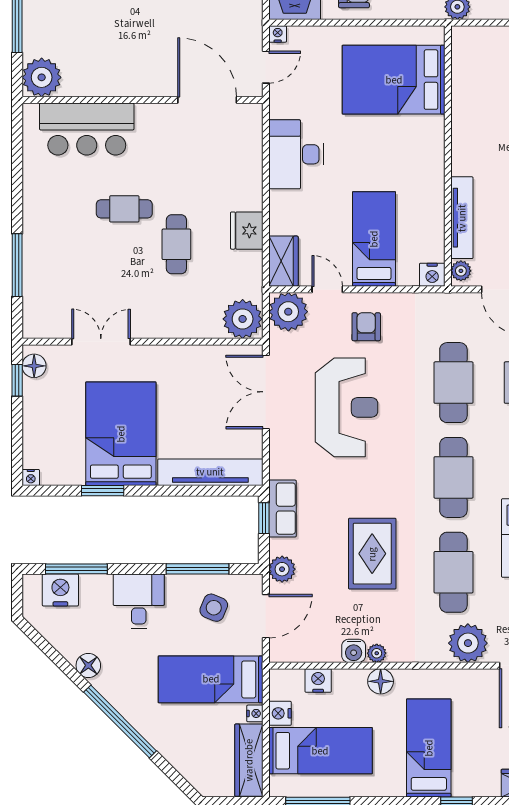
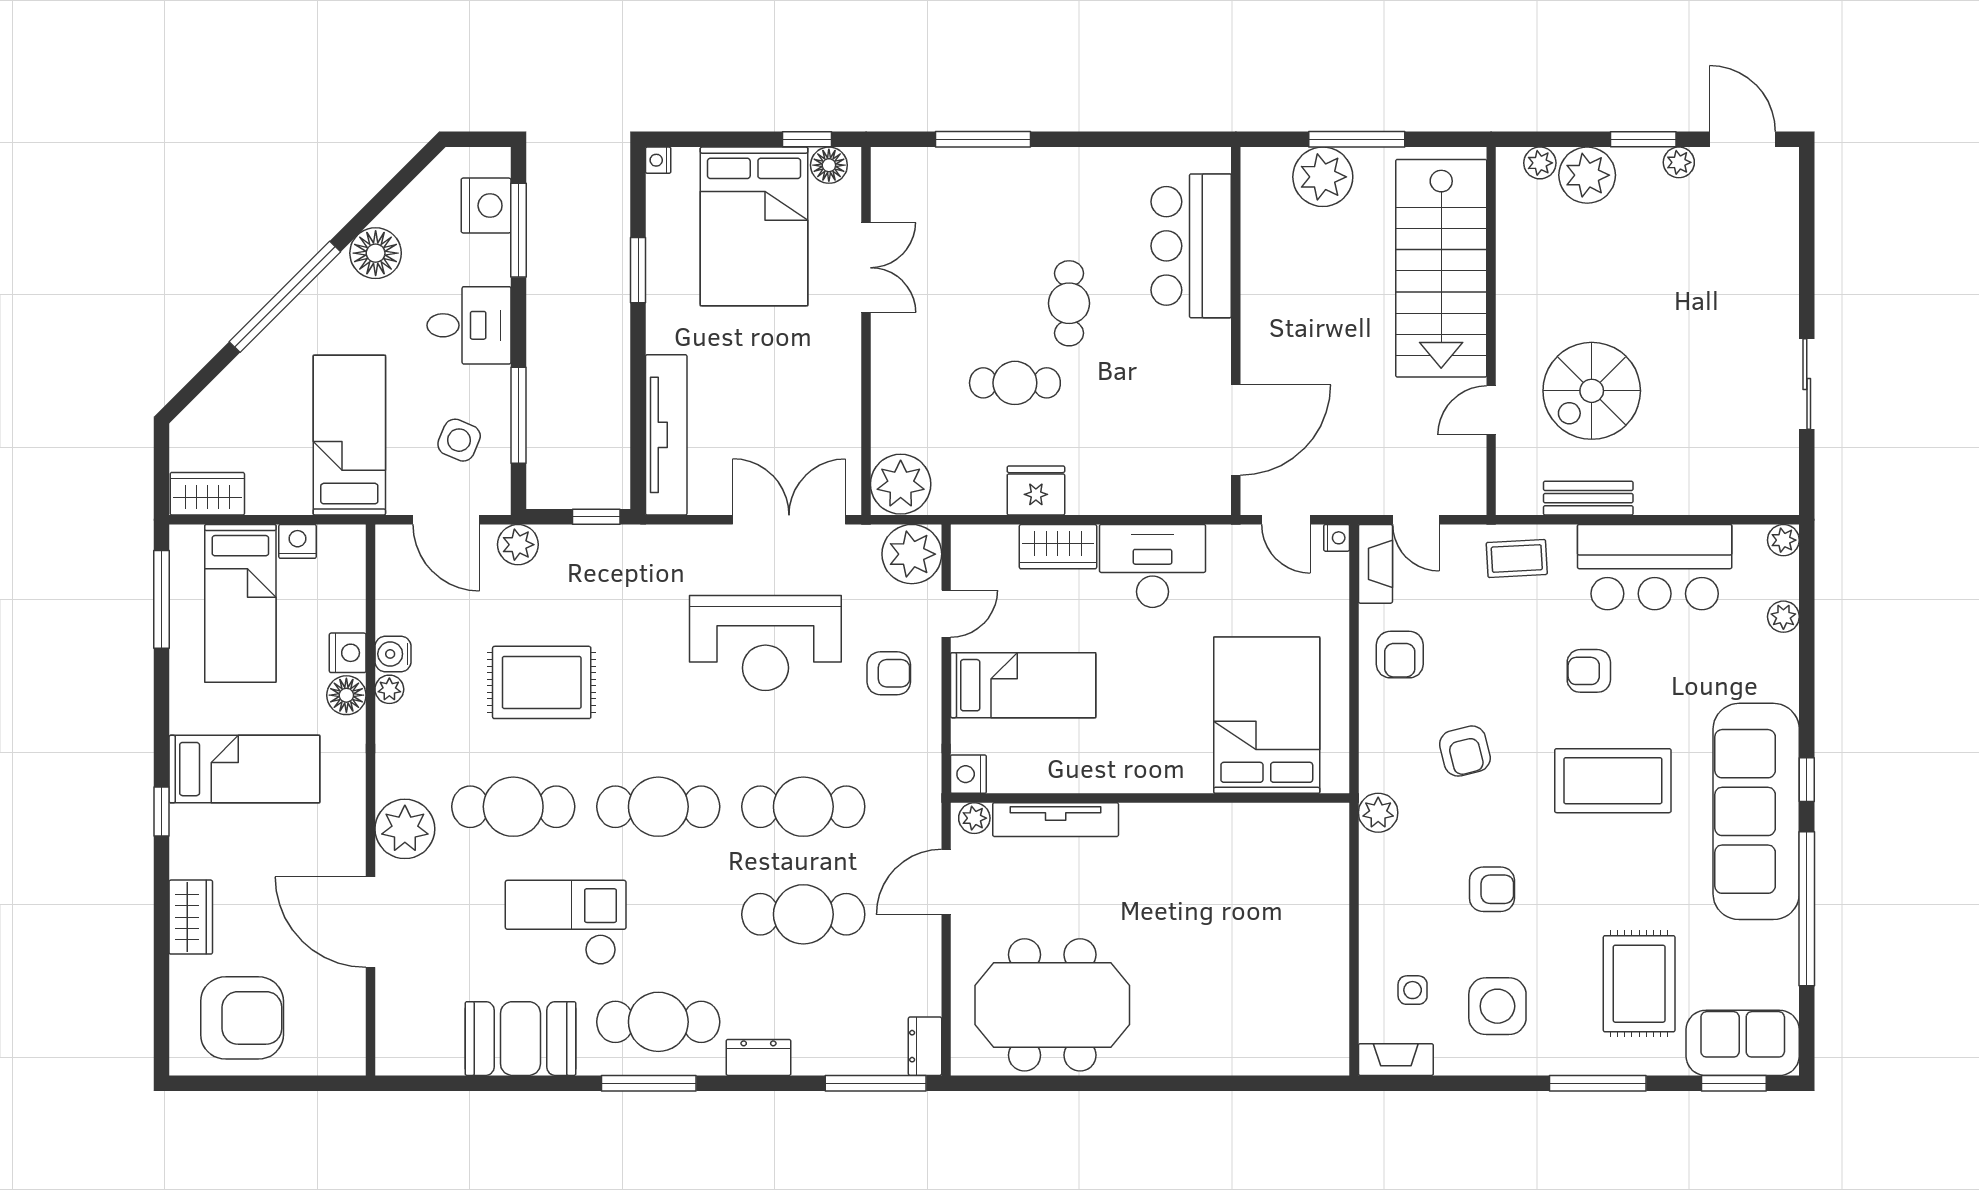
plant: (42, 77) -> (1323, 177), moved
wardrobe: (283, 261) -> (1058, 547), moved
bed: (121, 434) -> (754, 226), moved, turned 90
row of seats: (283, 509) -> (611, 545), removed
floor lamp: (88, 665) -> (376, 253), width x1.38, depth x1.38
nightstand: (318, 681) -> (348, 653), moved
nightstand: (255, 713) -> (297, 503), removed
wardrobe: (249, 760) -> (207, 494), width x0.67

